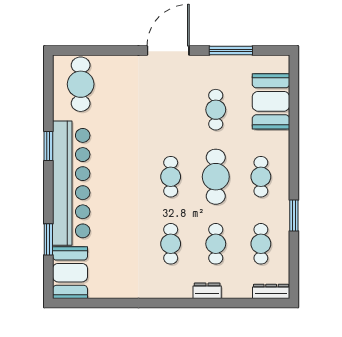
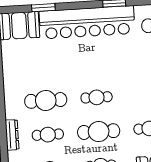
cafe table: (171, 244) -> (46, 100), width x1.37, depth x1.35
dresser: (207, 291) -> (12, 135), width x1.44

